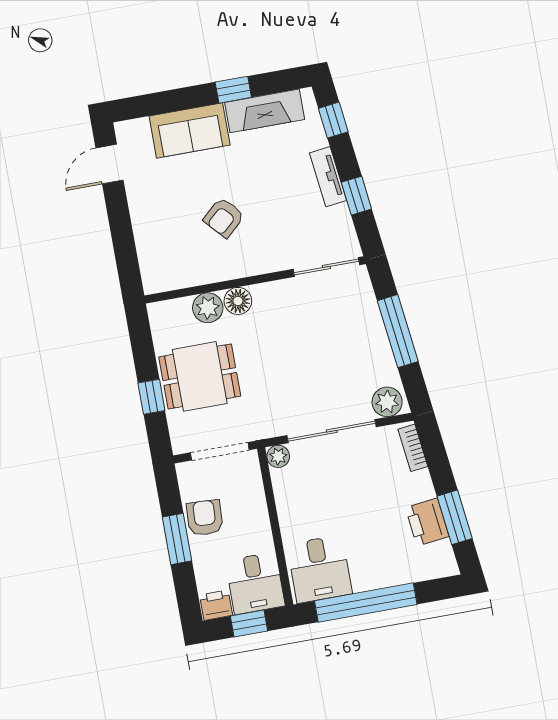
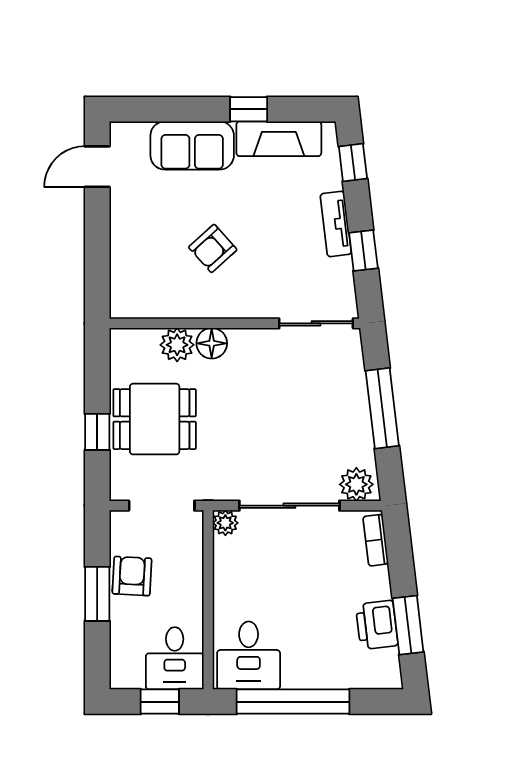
printer: (216, 605) -> (127, 675), removed

